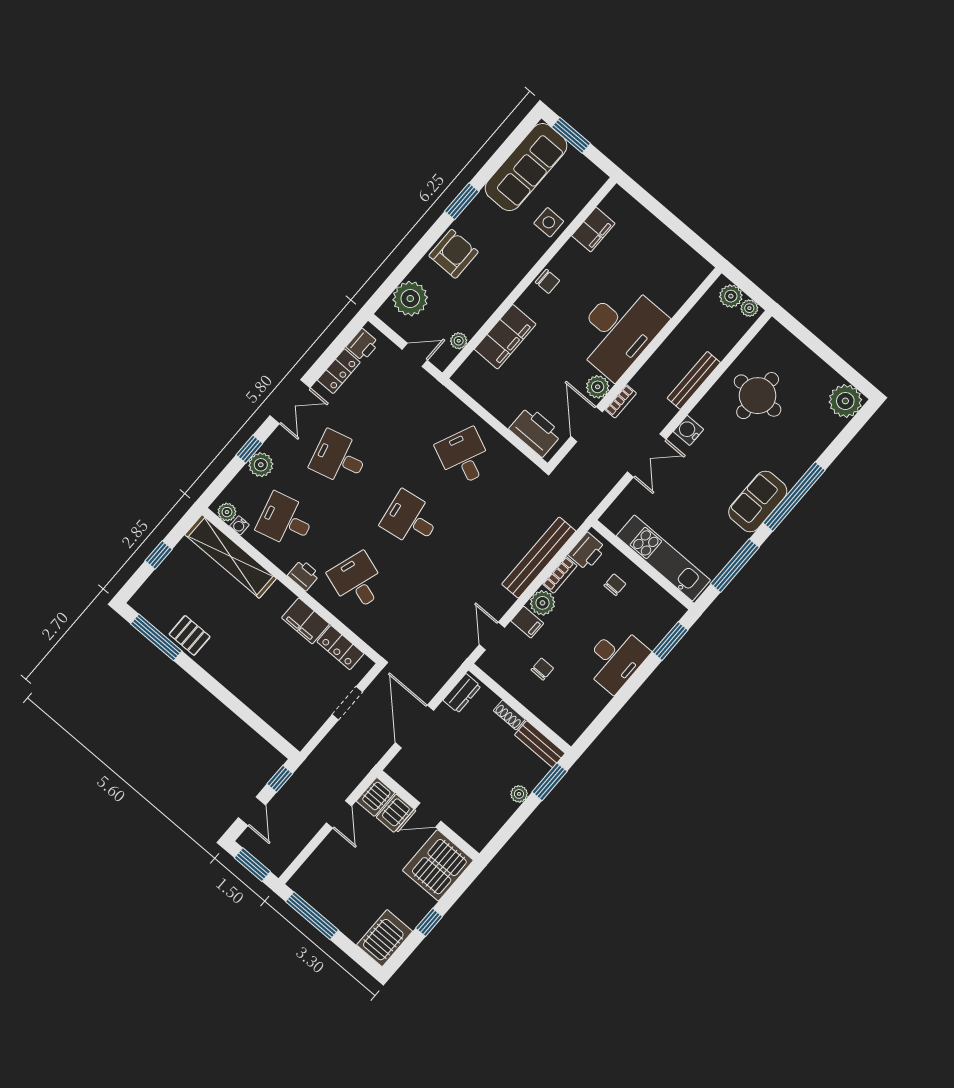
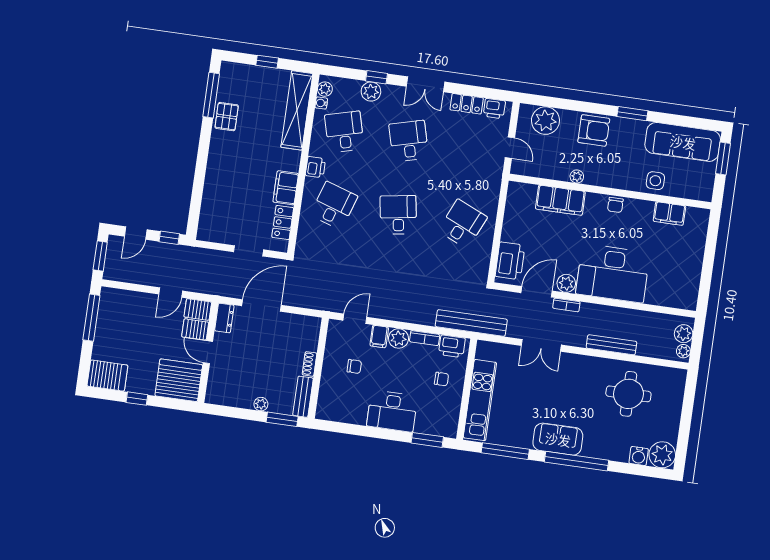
plant: (459, 341) -> (577, 176), moved
water cooler: (688, 430) -> (639, 456), moved, turned 180
bench: (539, 558) -> (471, 323), moved
dresser: (462, 693) -> (224, 318), moved, turned -90

